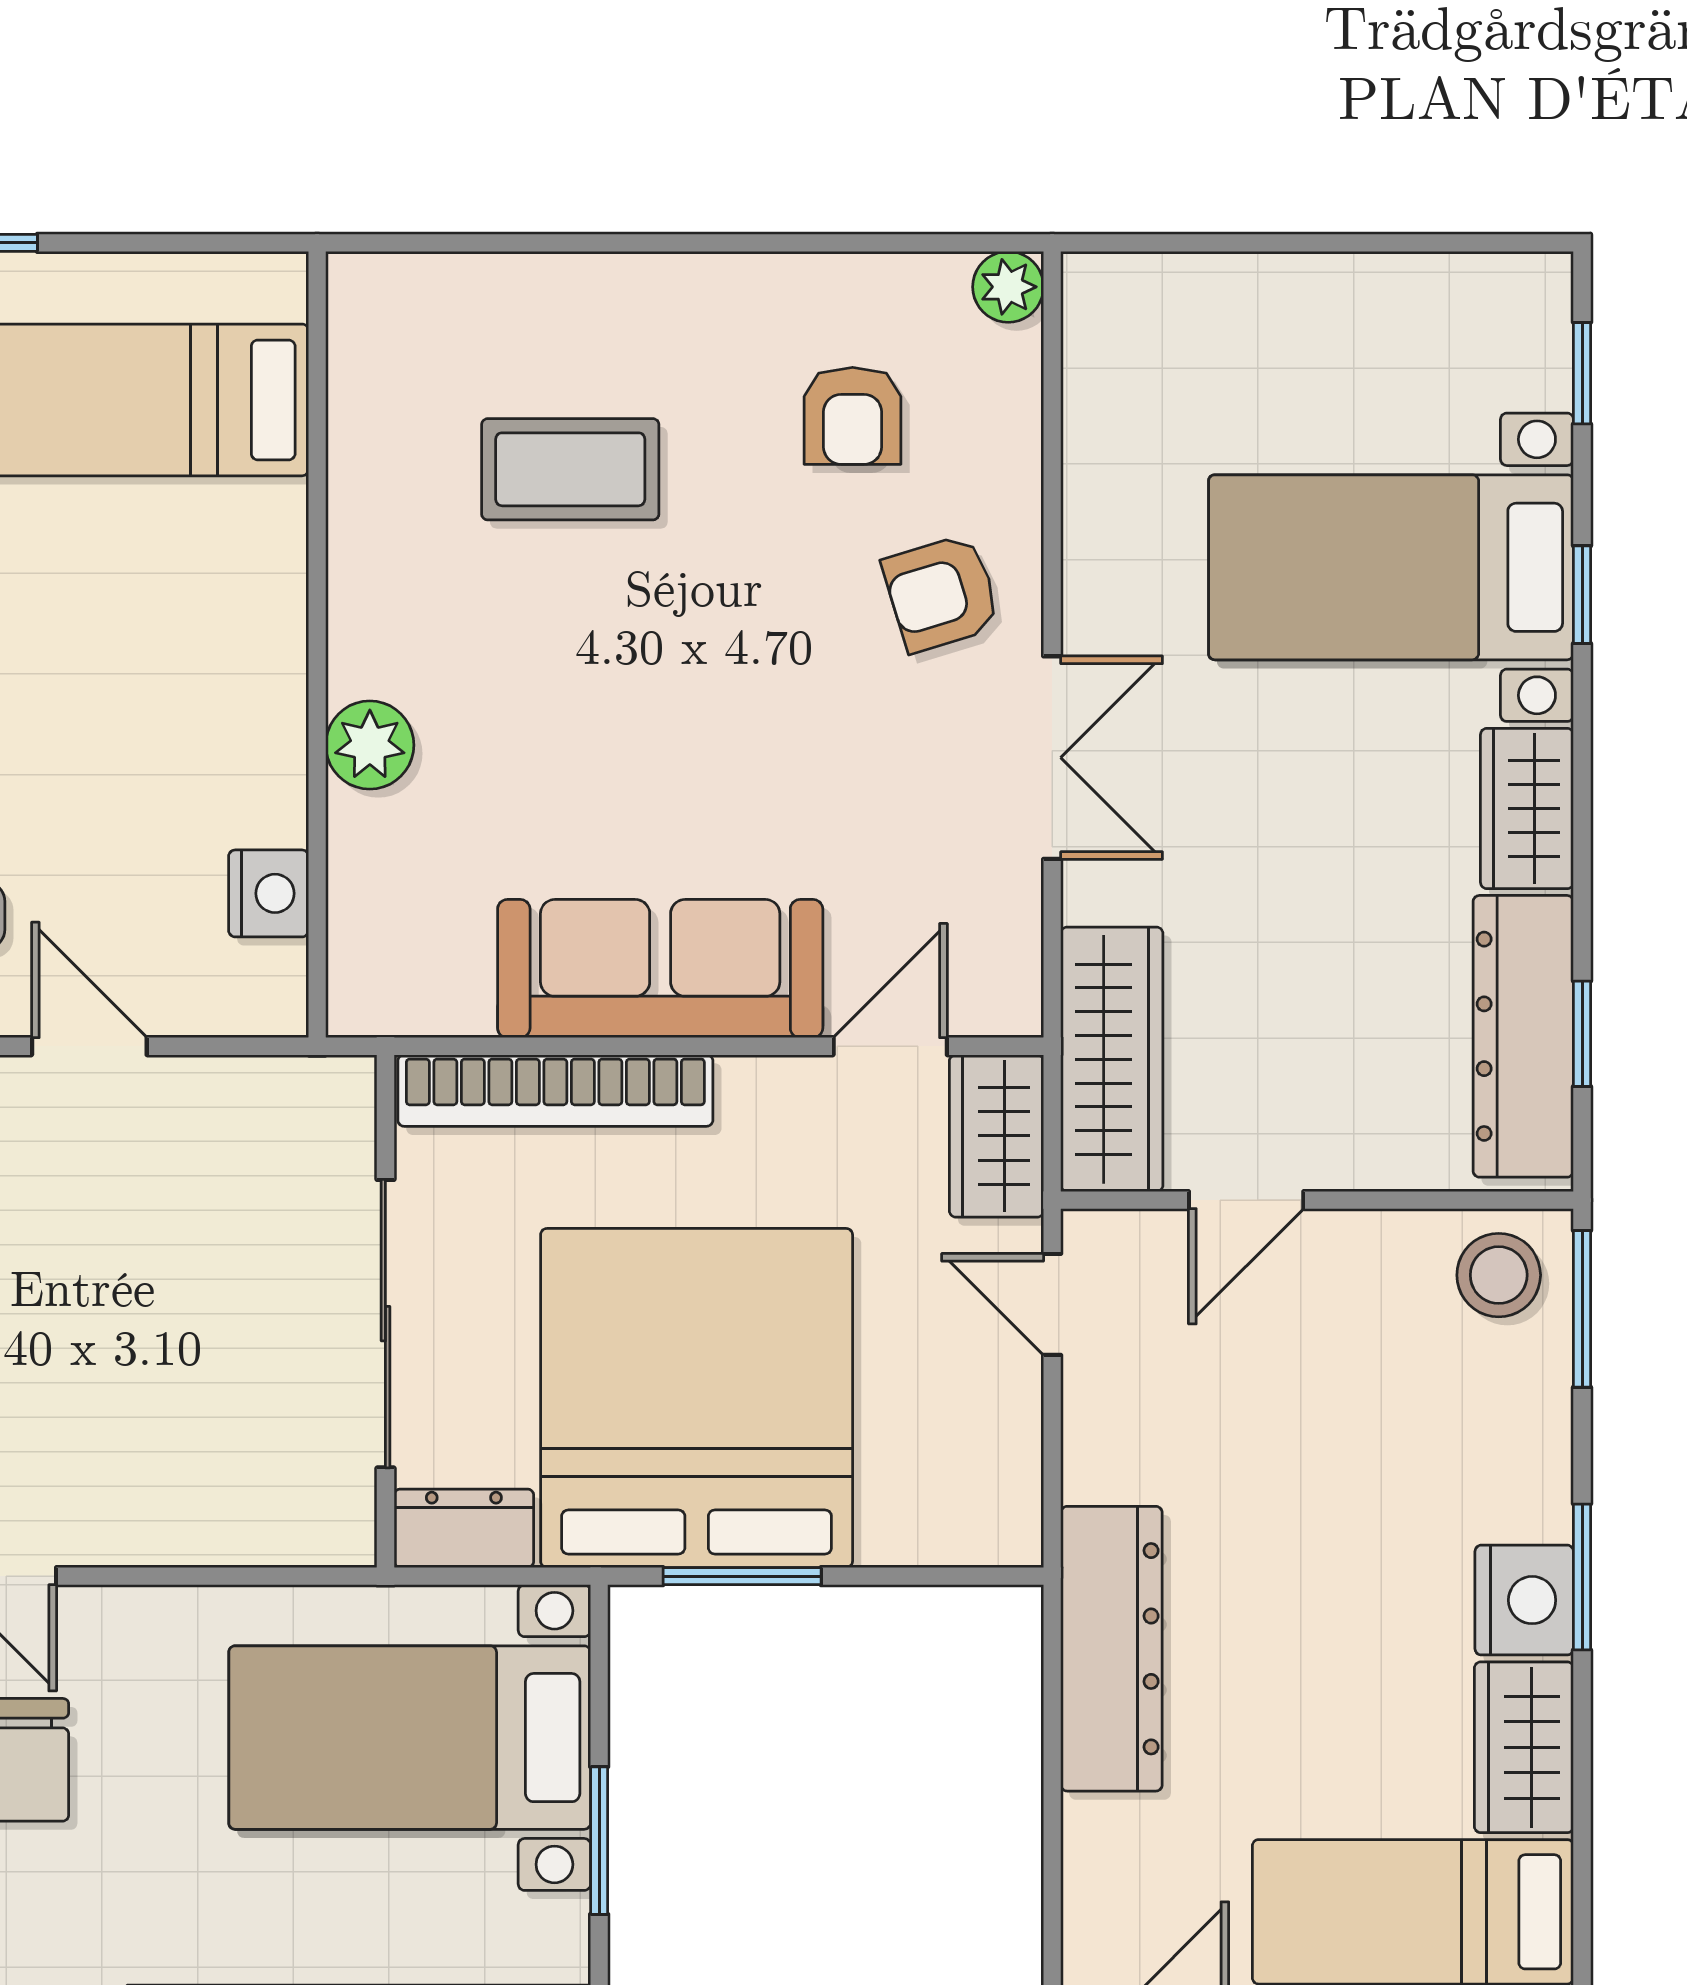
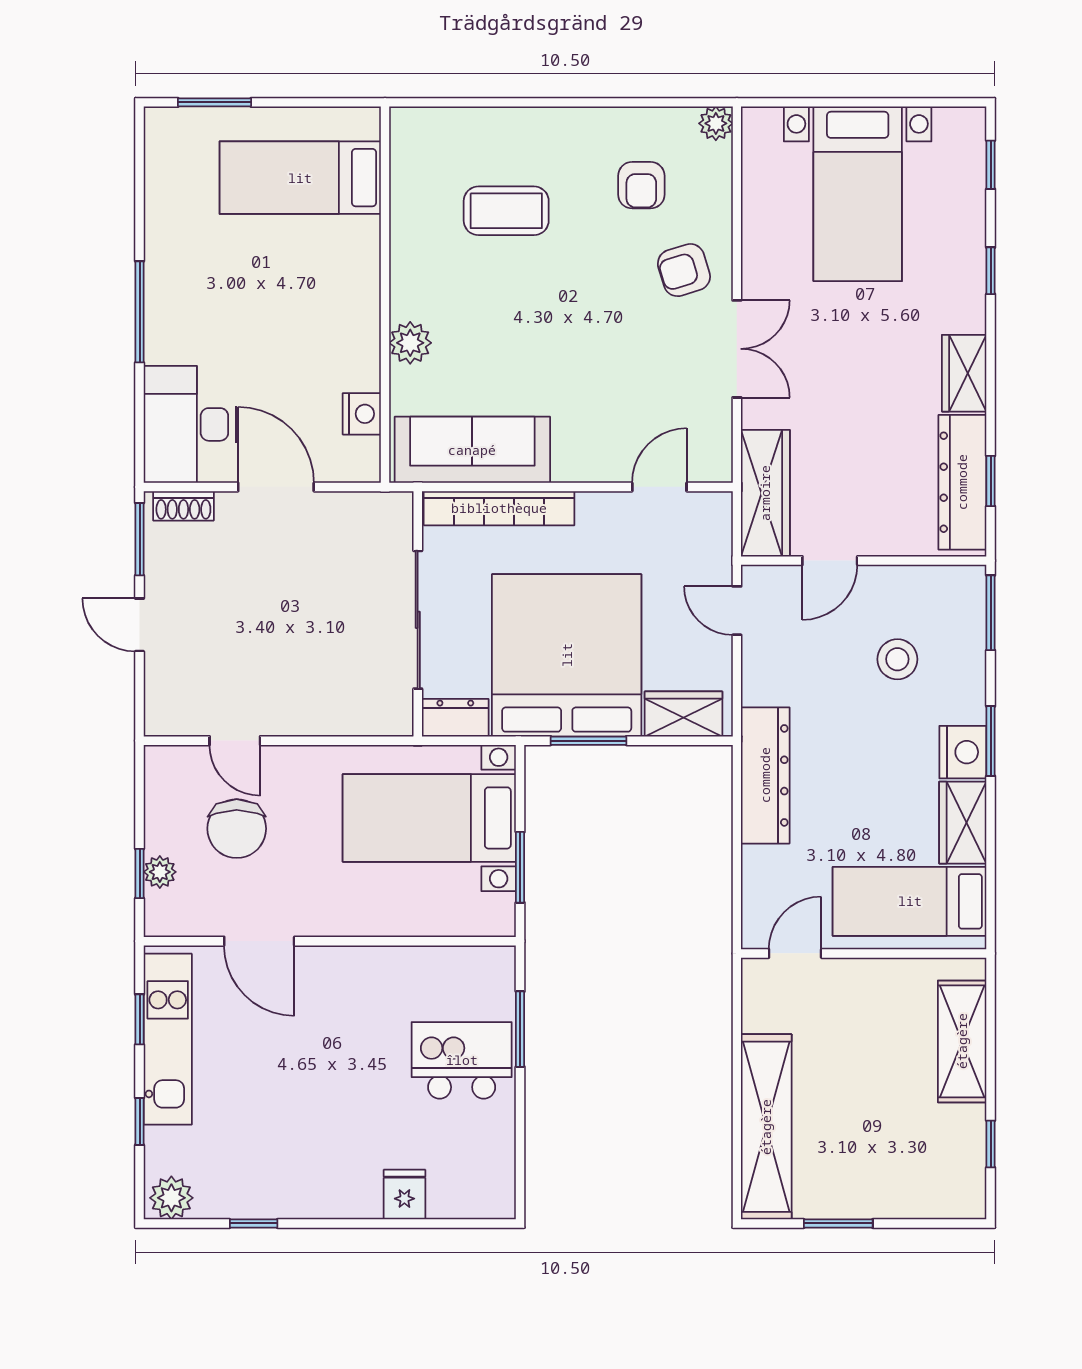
bed with nightstands: (1391, 567) -> (858, 194), moved, turned -90
sofa: (660, 969) -> (472, 450), moved
door: (89, 1046) -> (276, 487), width x1.38
wardrobe: (997, 1136) -> (684, 714), moved, turned 90
stool: (1499, 1275) -> (897, 659), moved

